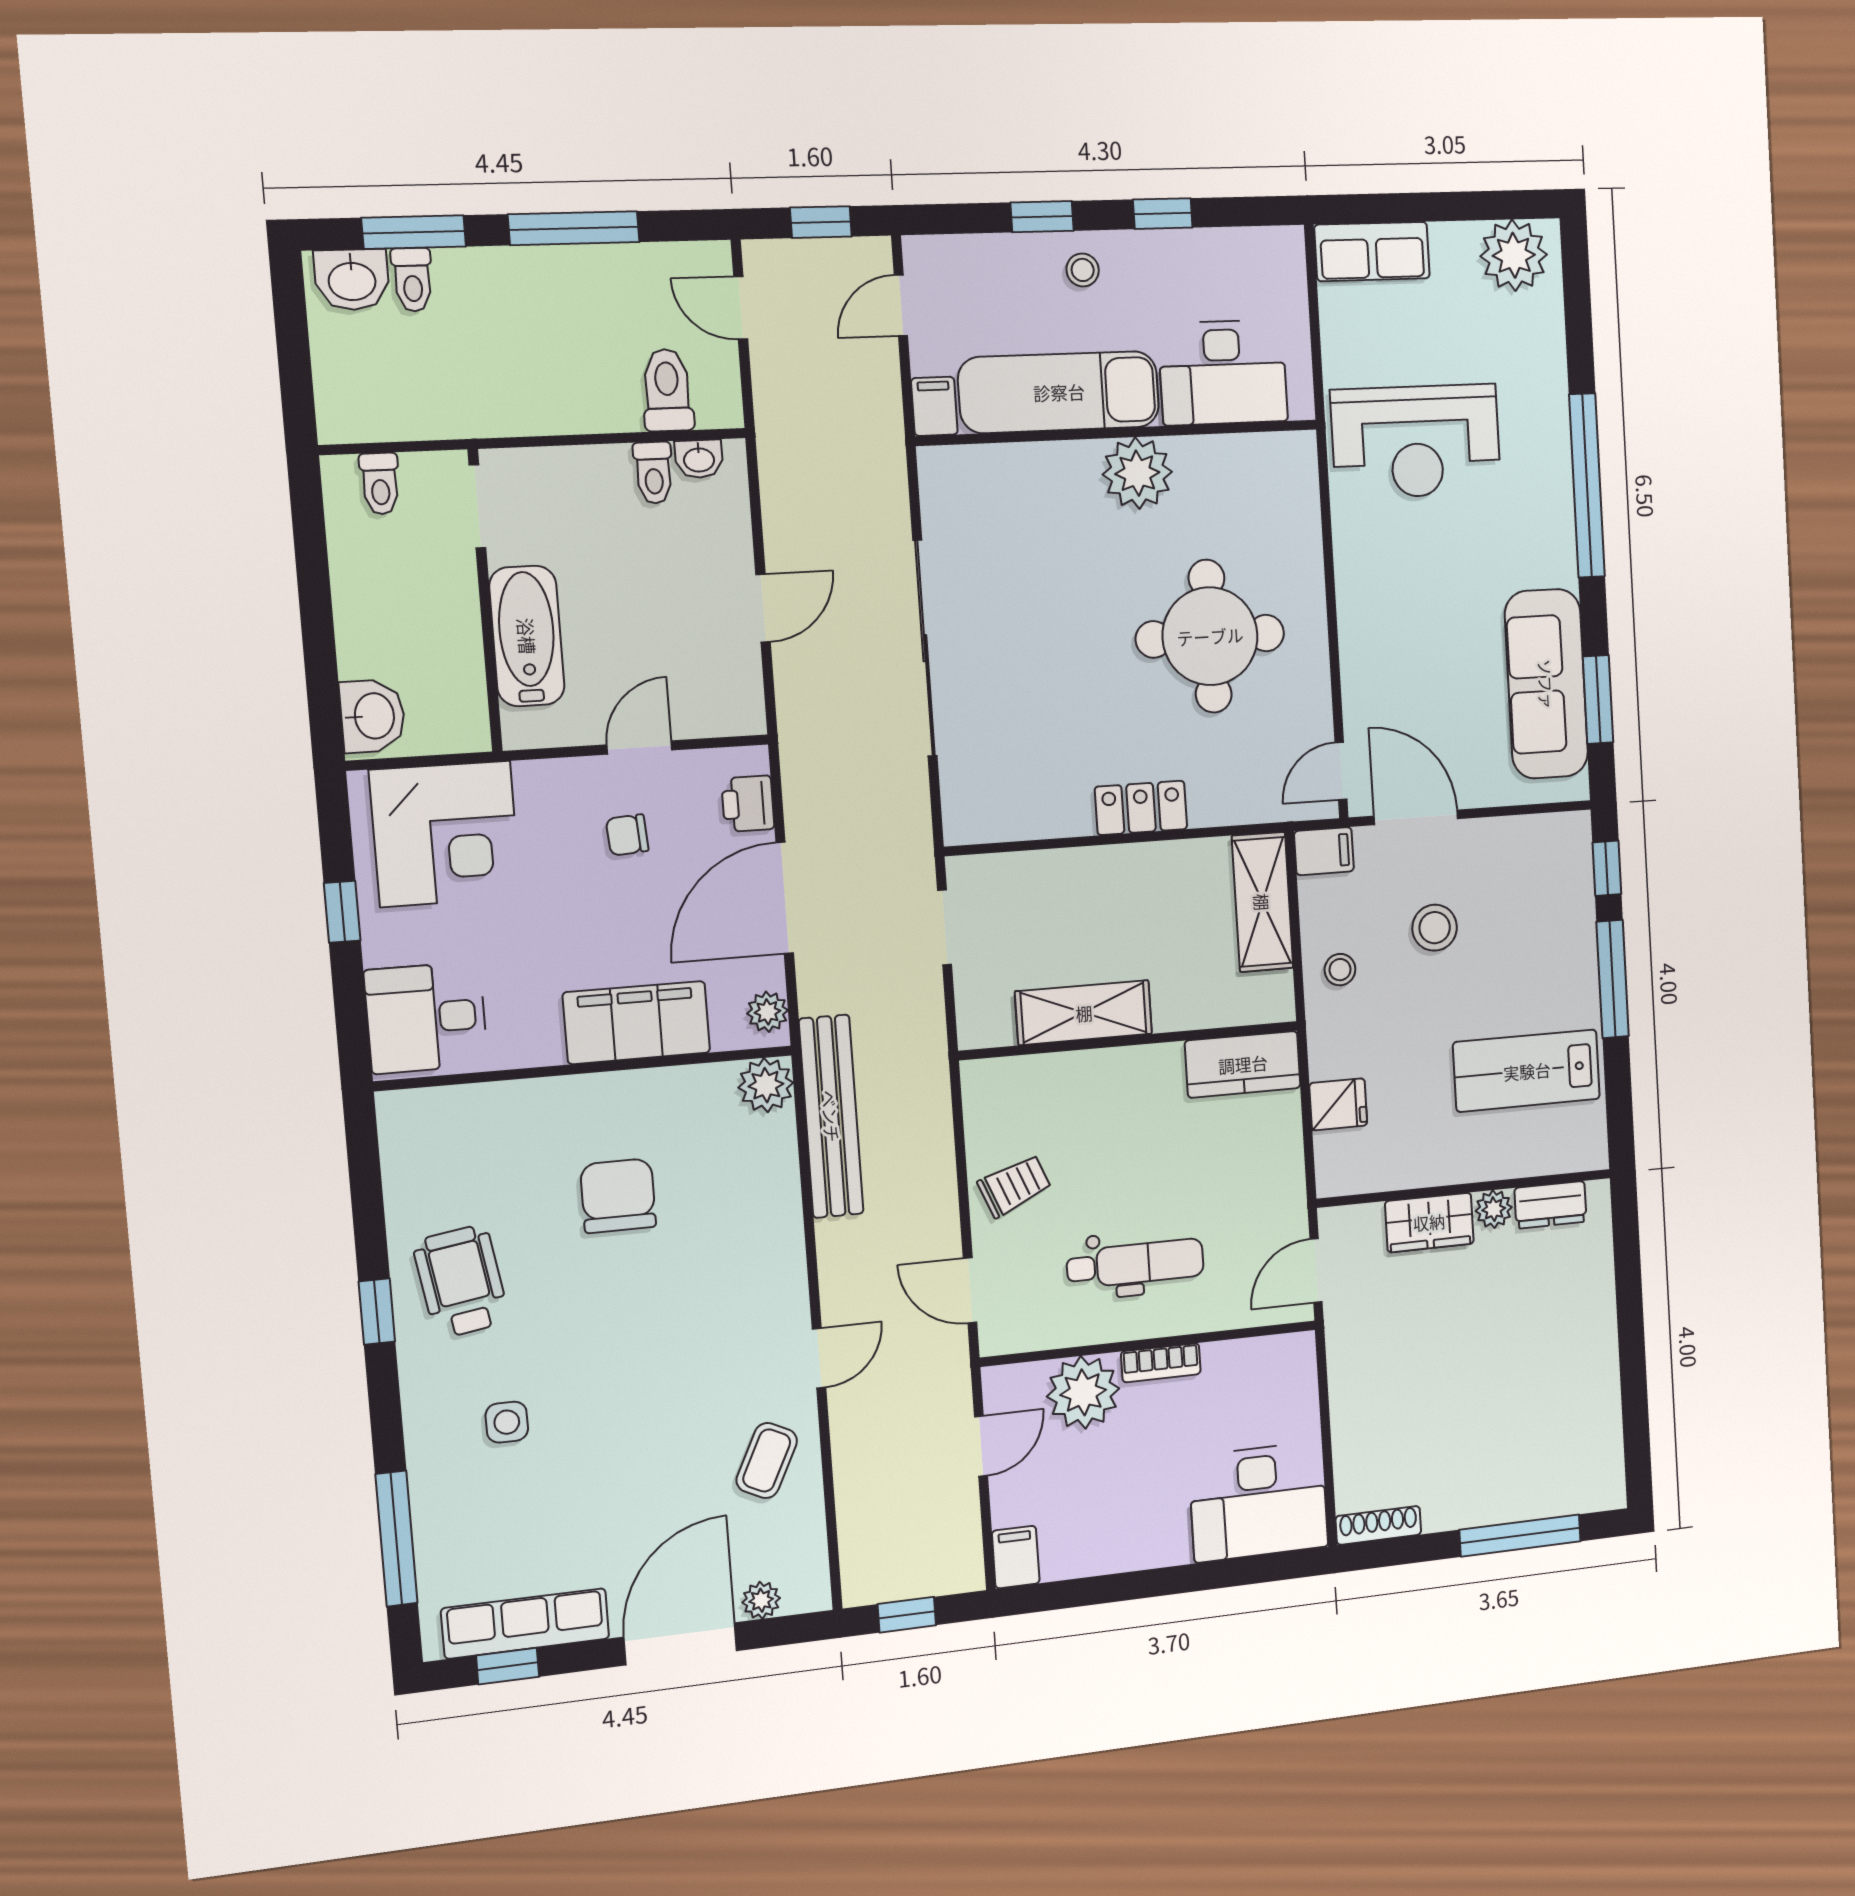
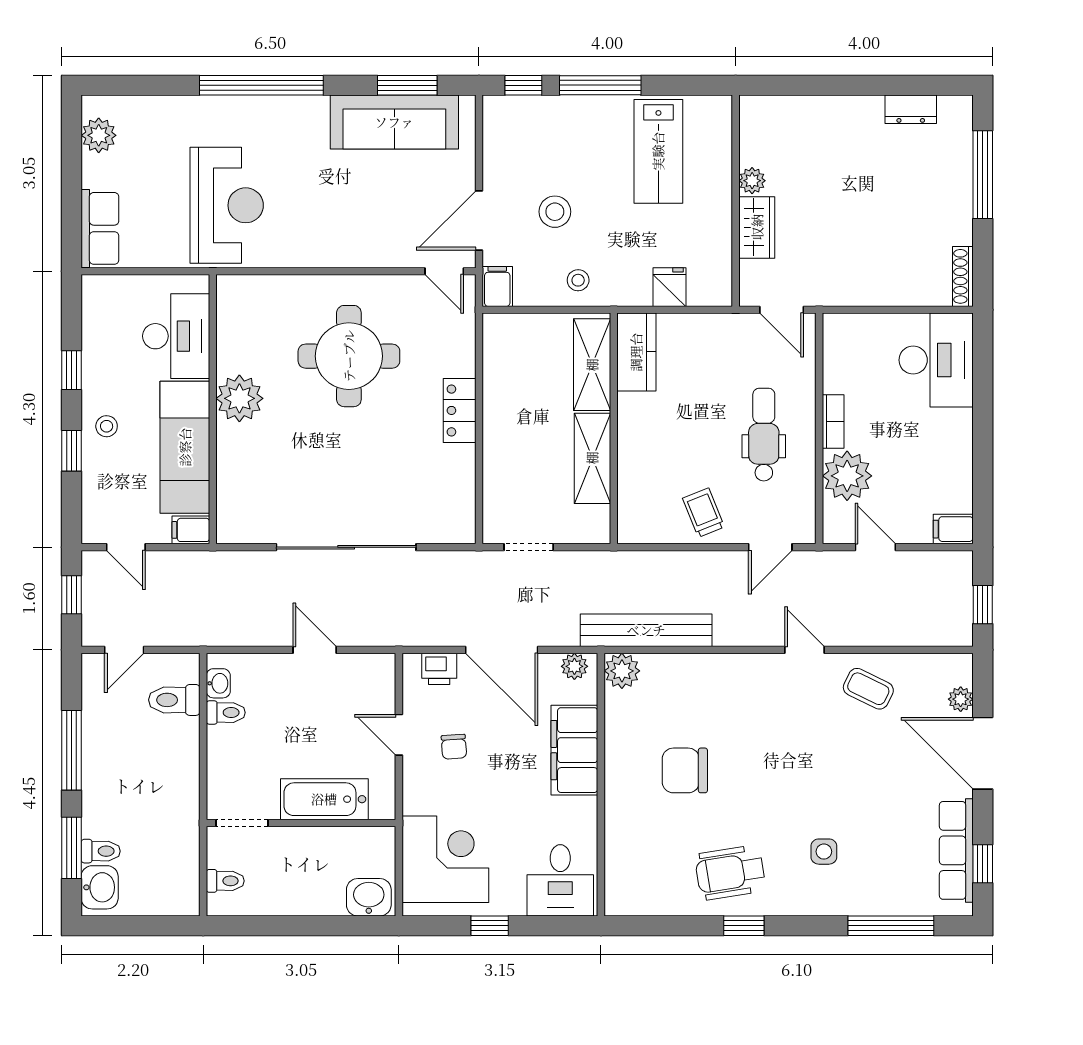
plant: (1514, 255) -> (99, 135), width x0.73, depth x0.73
shelving: (1262, 902) -> (592, 365), moved, turned 90
dresser: (1550, 1205) -> (911, 109), moved, turned 90

